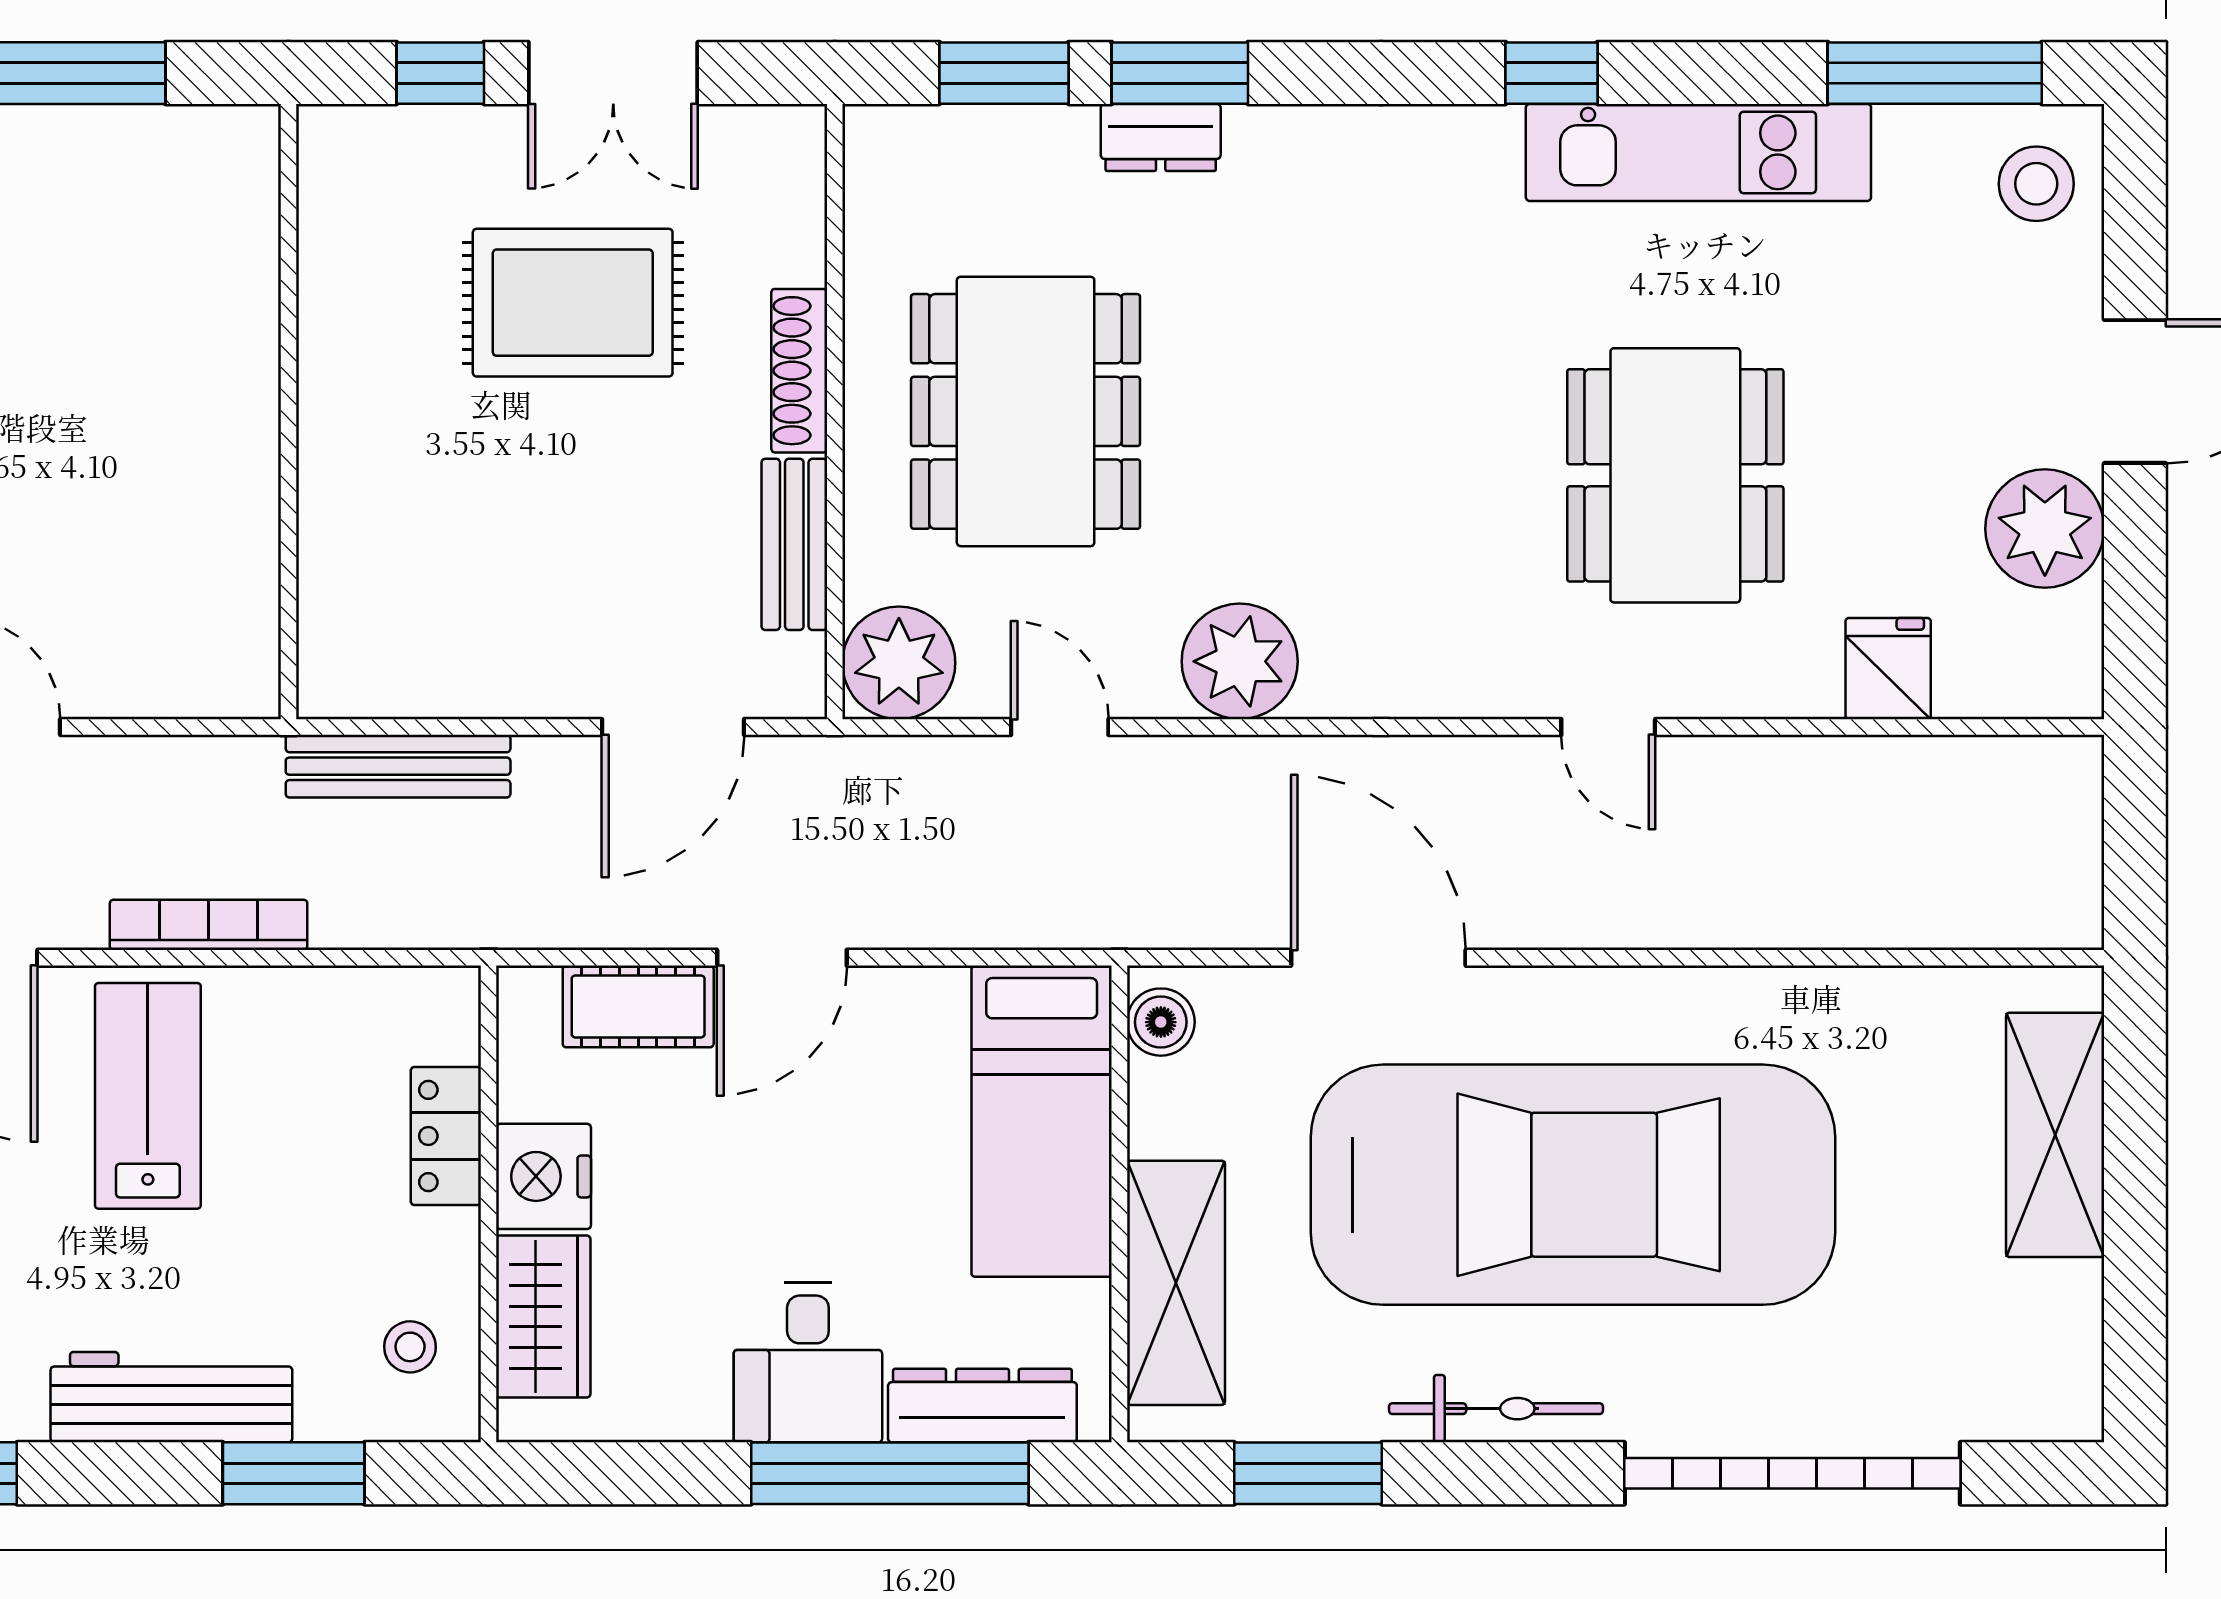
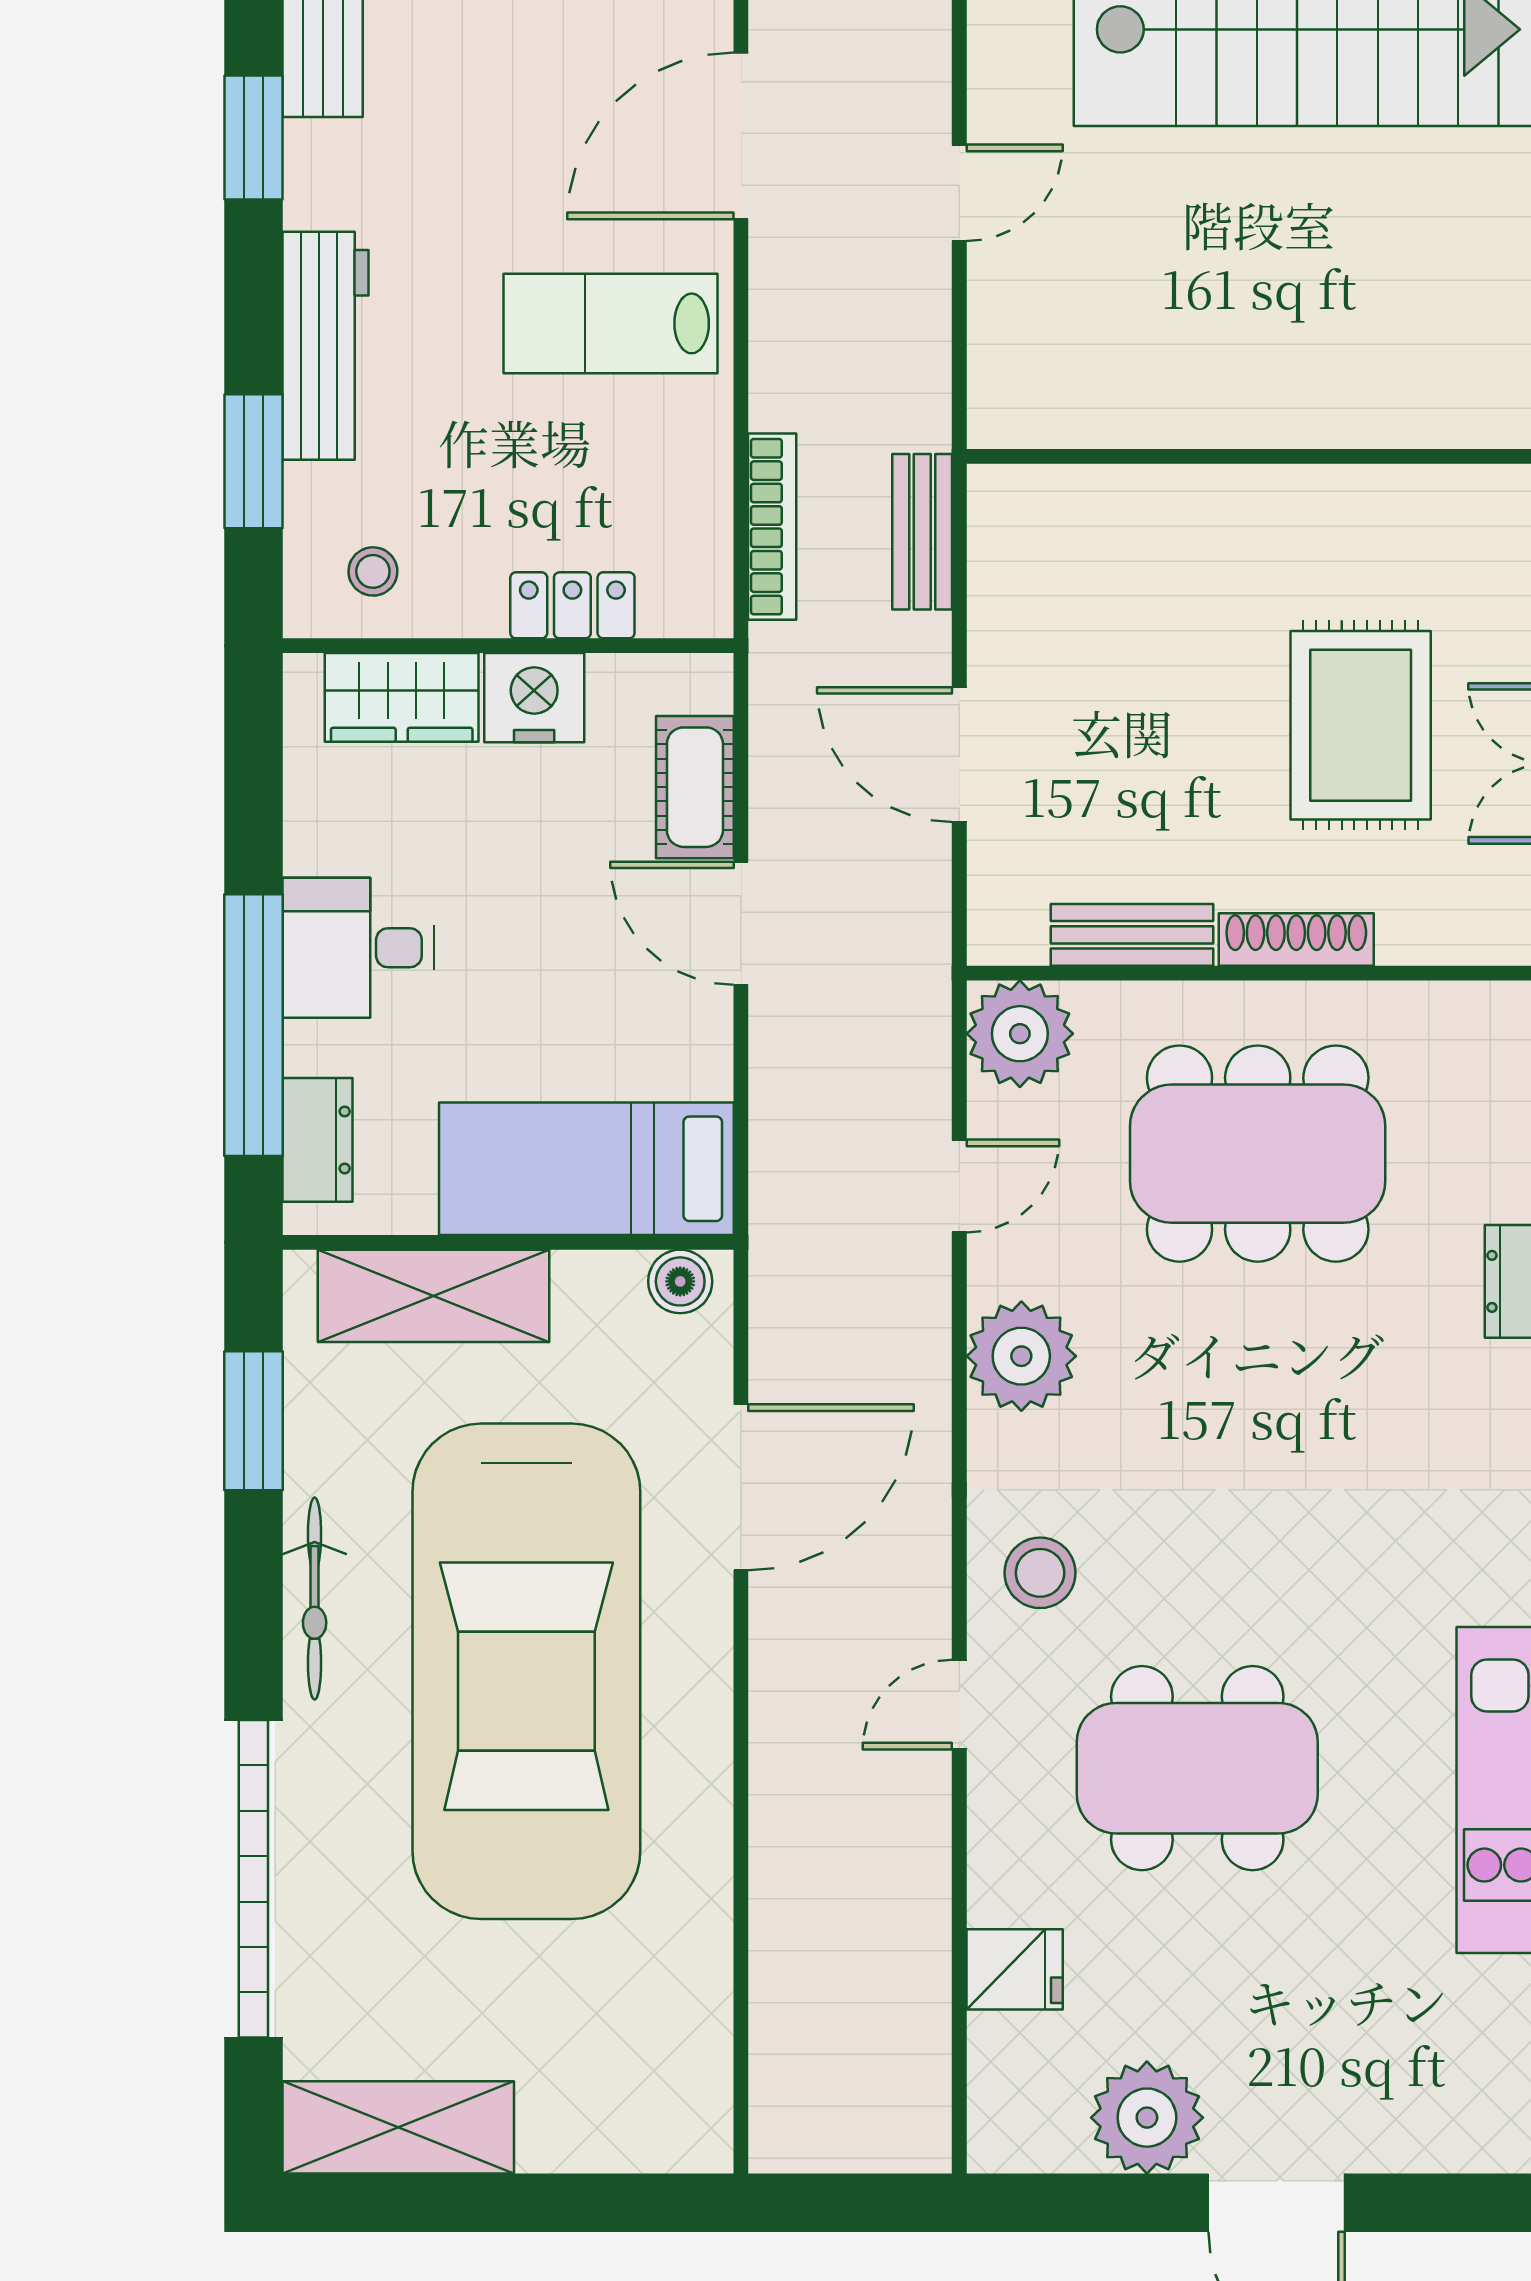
stool: (2036, 184) -> (1040, 1573), moved
door: (673, 727) -> (959, 755), moved
bench: (398, 766) -> (922, 532), width x0.73
bookcase: (209, 925) -> (772, 527), moved
lab bench: (148, 1096) -> (610, 323), turned 180
shelving: (2055, 1135) -> (398, 2127), moved
dresser: (982, 1406) -> (317, 1140), width x0.70

